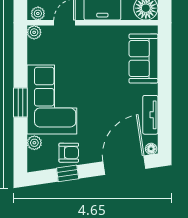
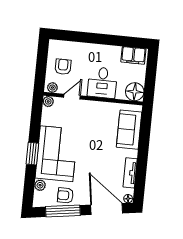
armchair: (69, 153) -> (65, 195), turned 180
door: (124, 165) -> (107, 209), hinge flipped
window: (68, 173) -> (63, 211), width x2.17

